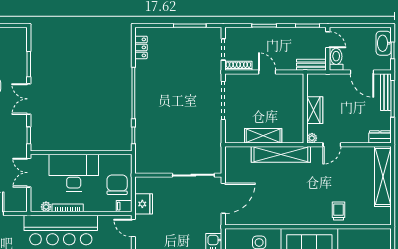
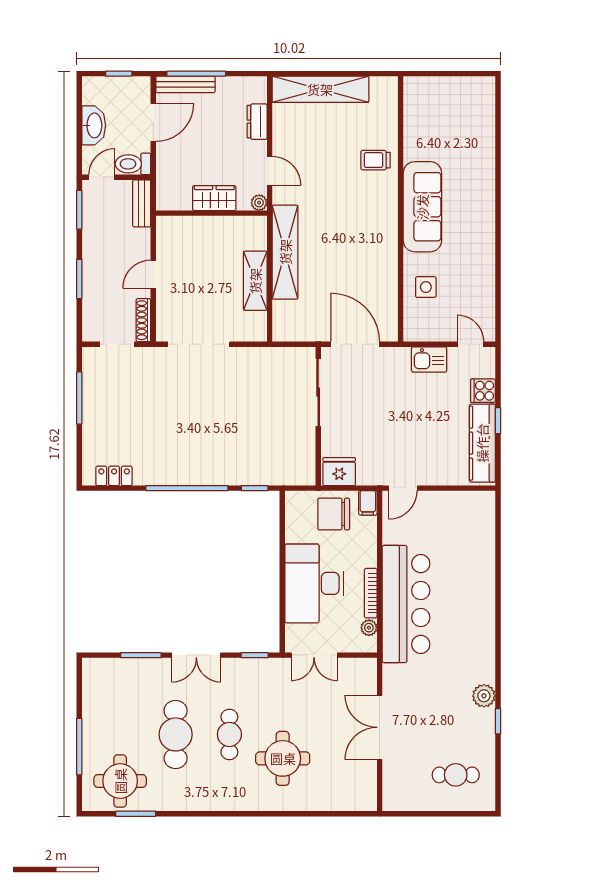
washbasin: (384, 43) -> (94, 125), moved, turned -90
dresser: (380, 137) -> (257, 122), moved
fridge: (144, 204) -> (339, 472), moved

